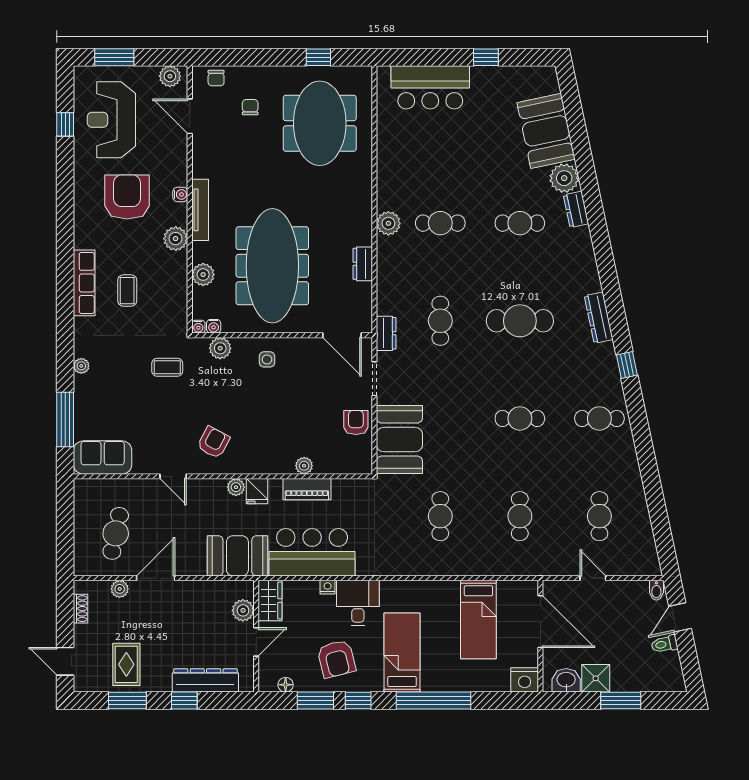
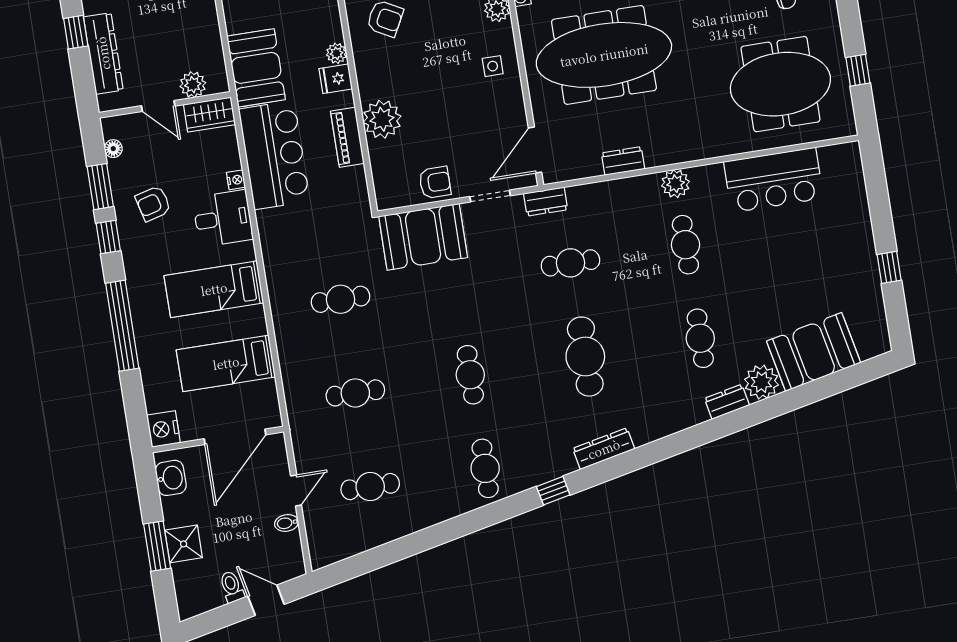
bar counter: (430, 87) -> (773, 180), moved, turned -90
plant: (304, 466) -> (382, 119), width x1.88, depth x1.88
bidet: (656, 590) -> (287, 523), moved
bed: (402, 653) -> (214, 289), moved, turned 180
armchair: (336, 659) -> (153, 204), width x0.72, depth x0.72
shower: (596, 678) -> (184, 544), moved

